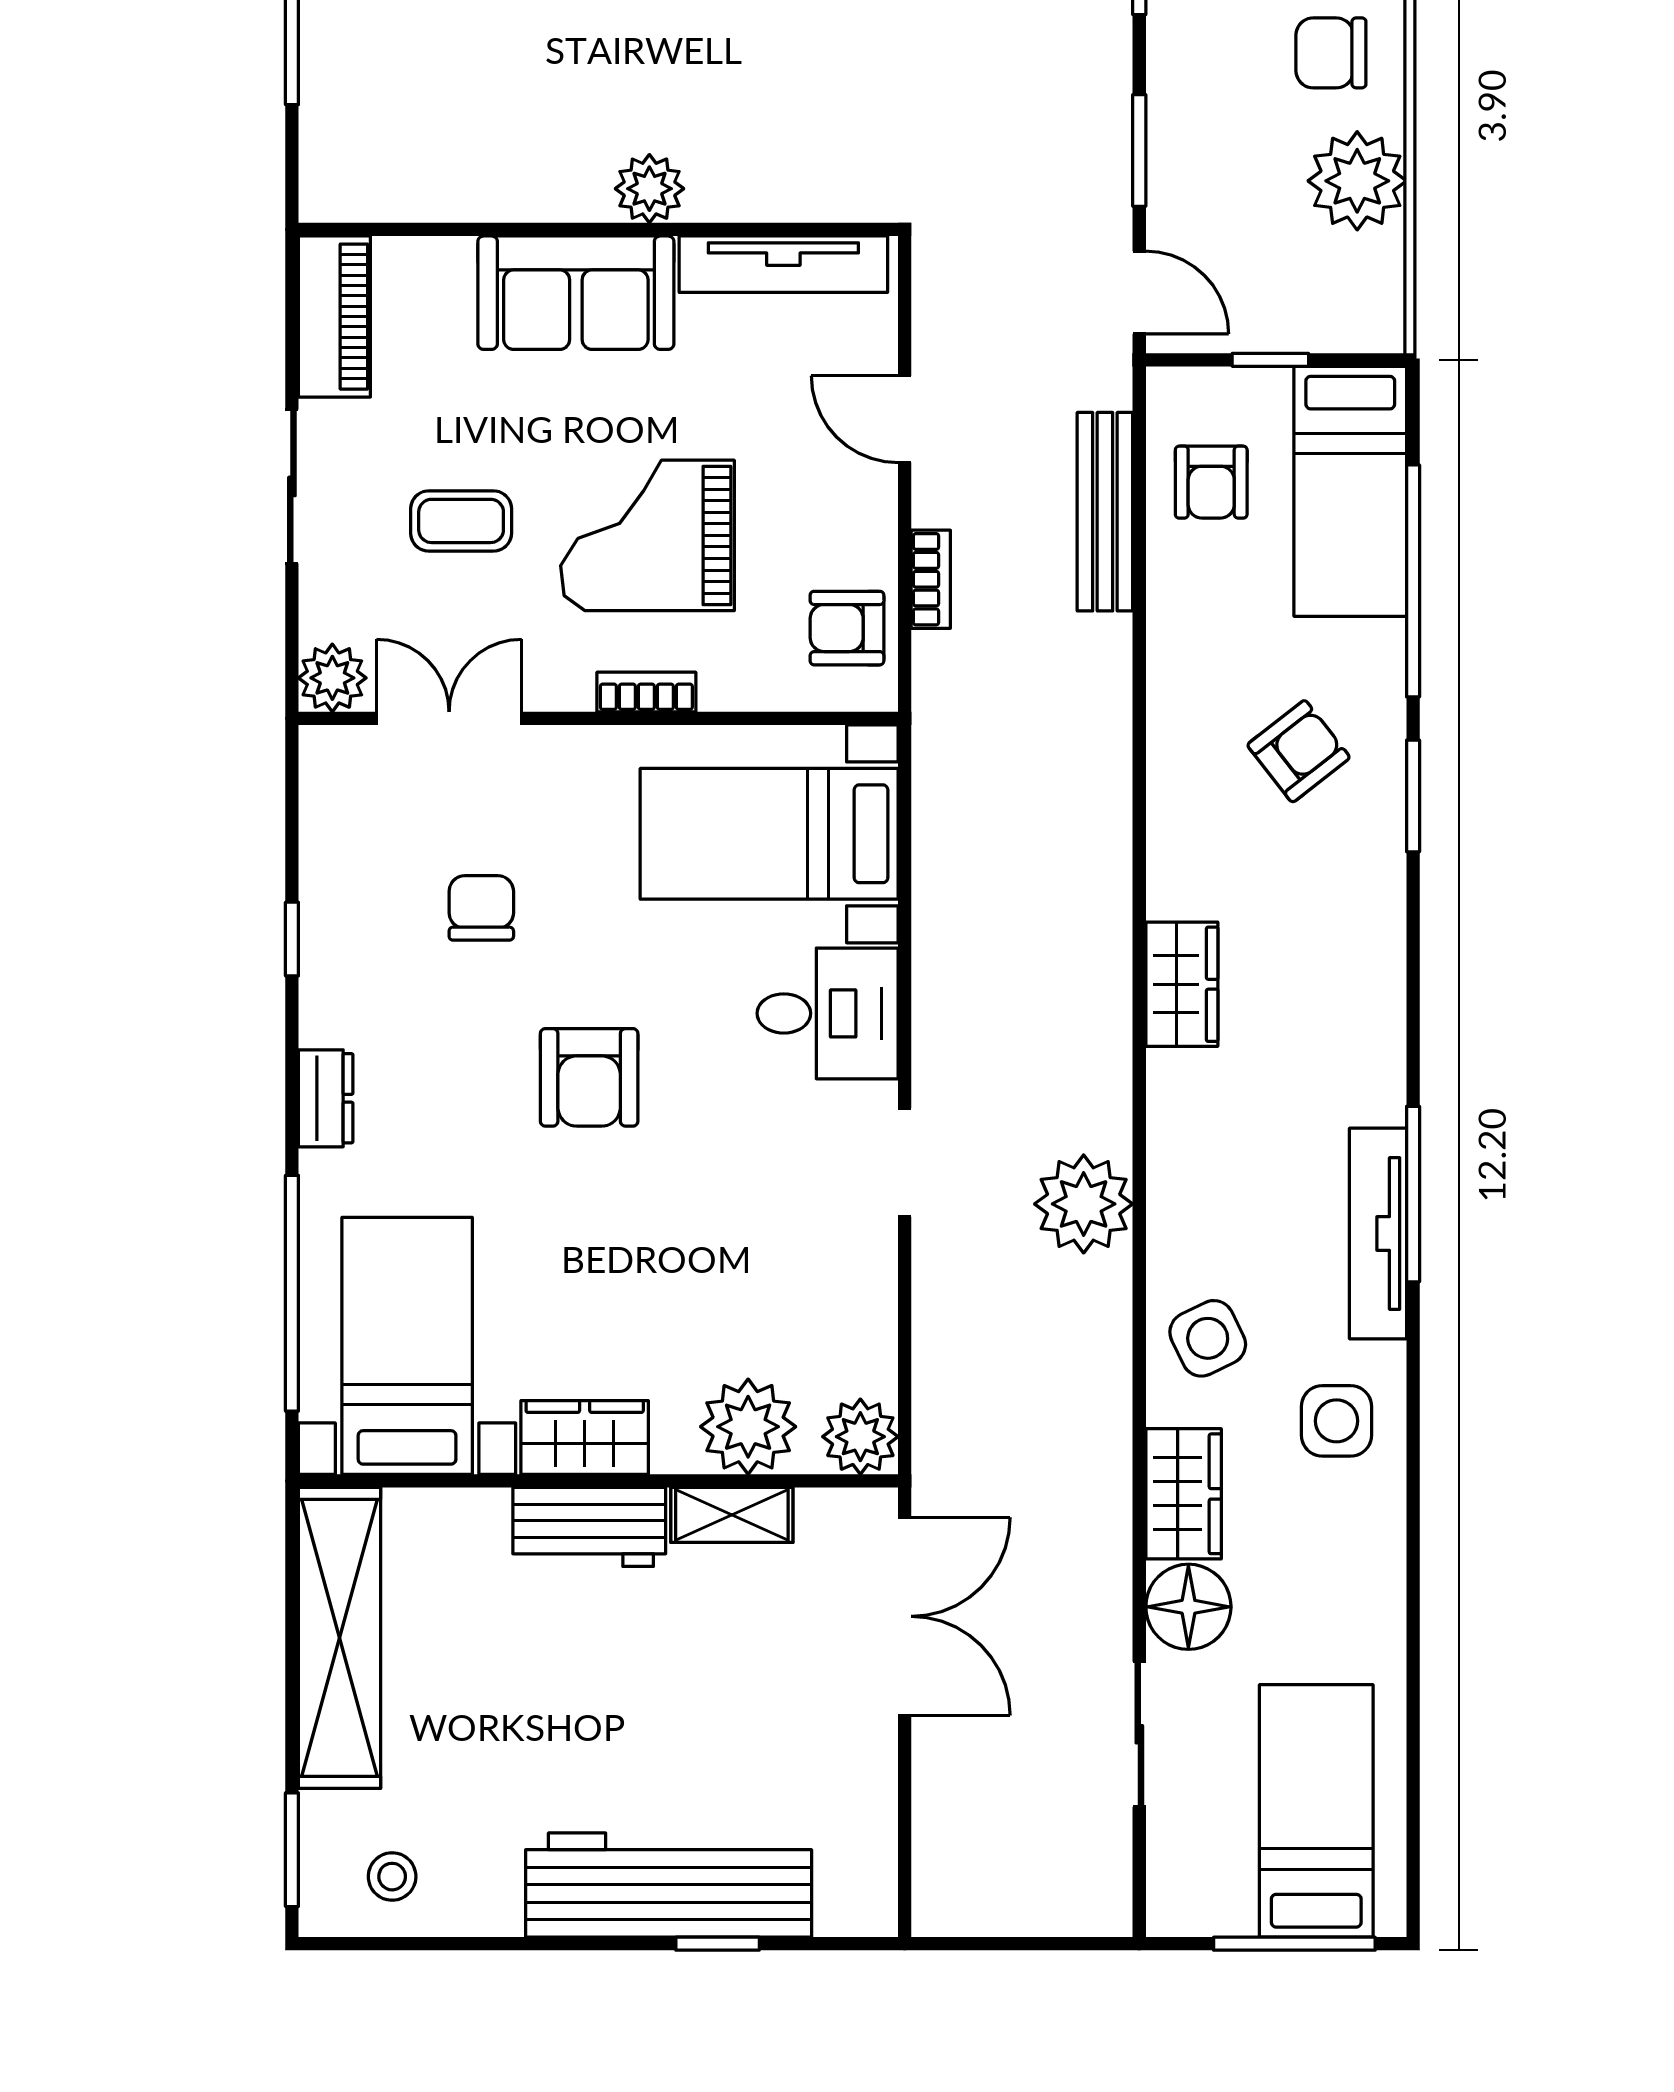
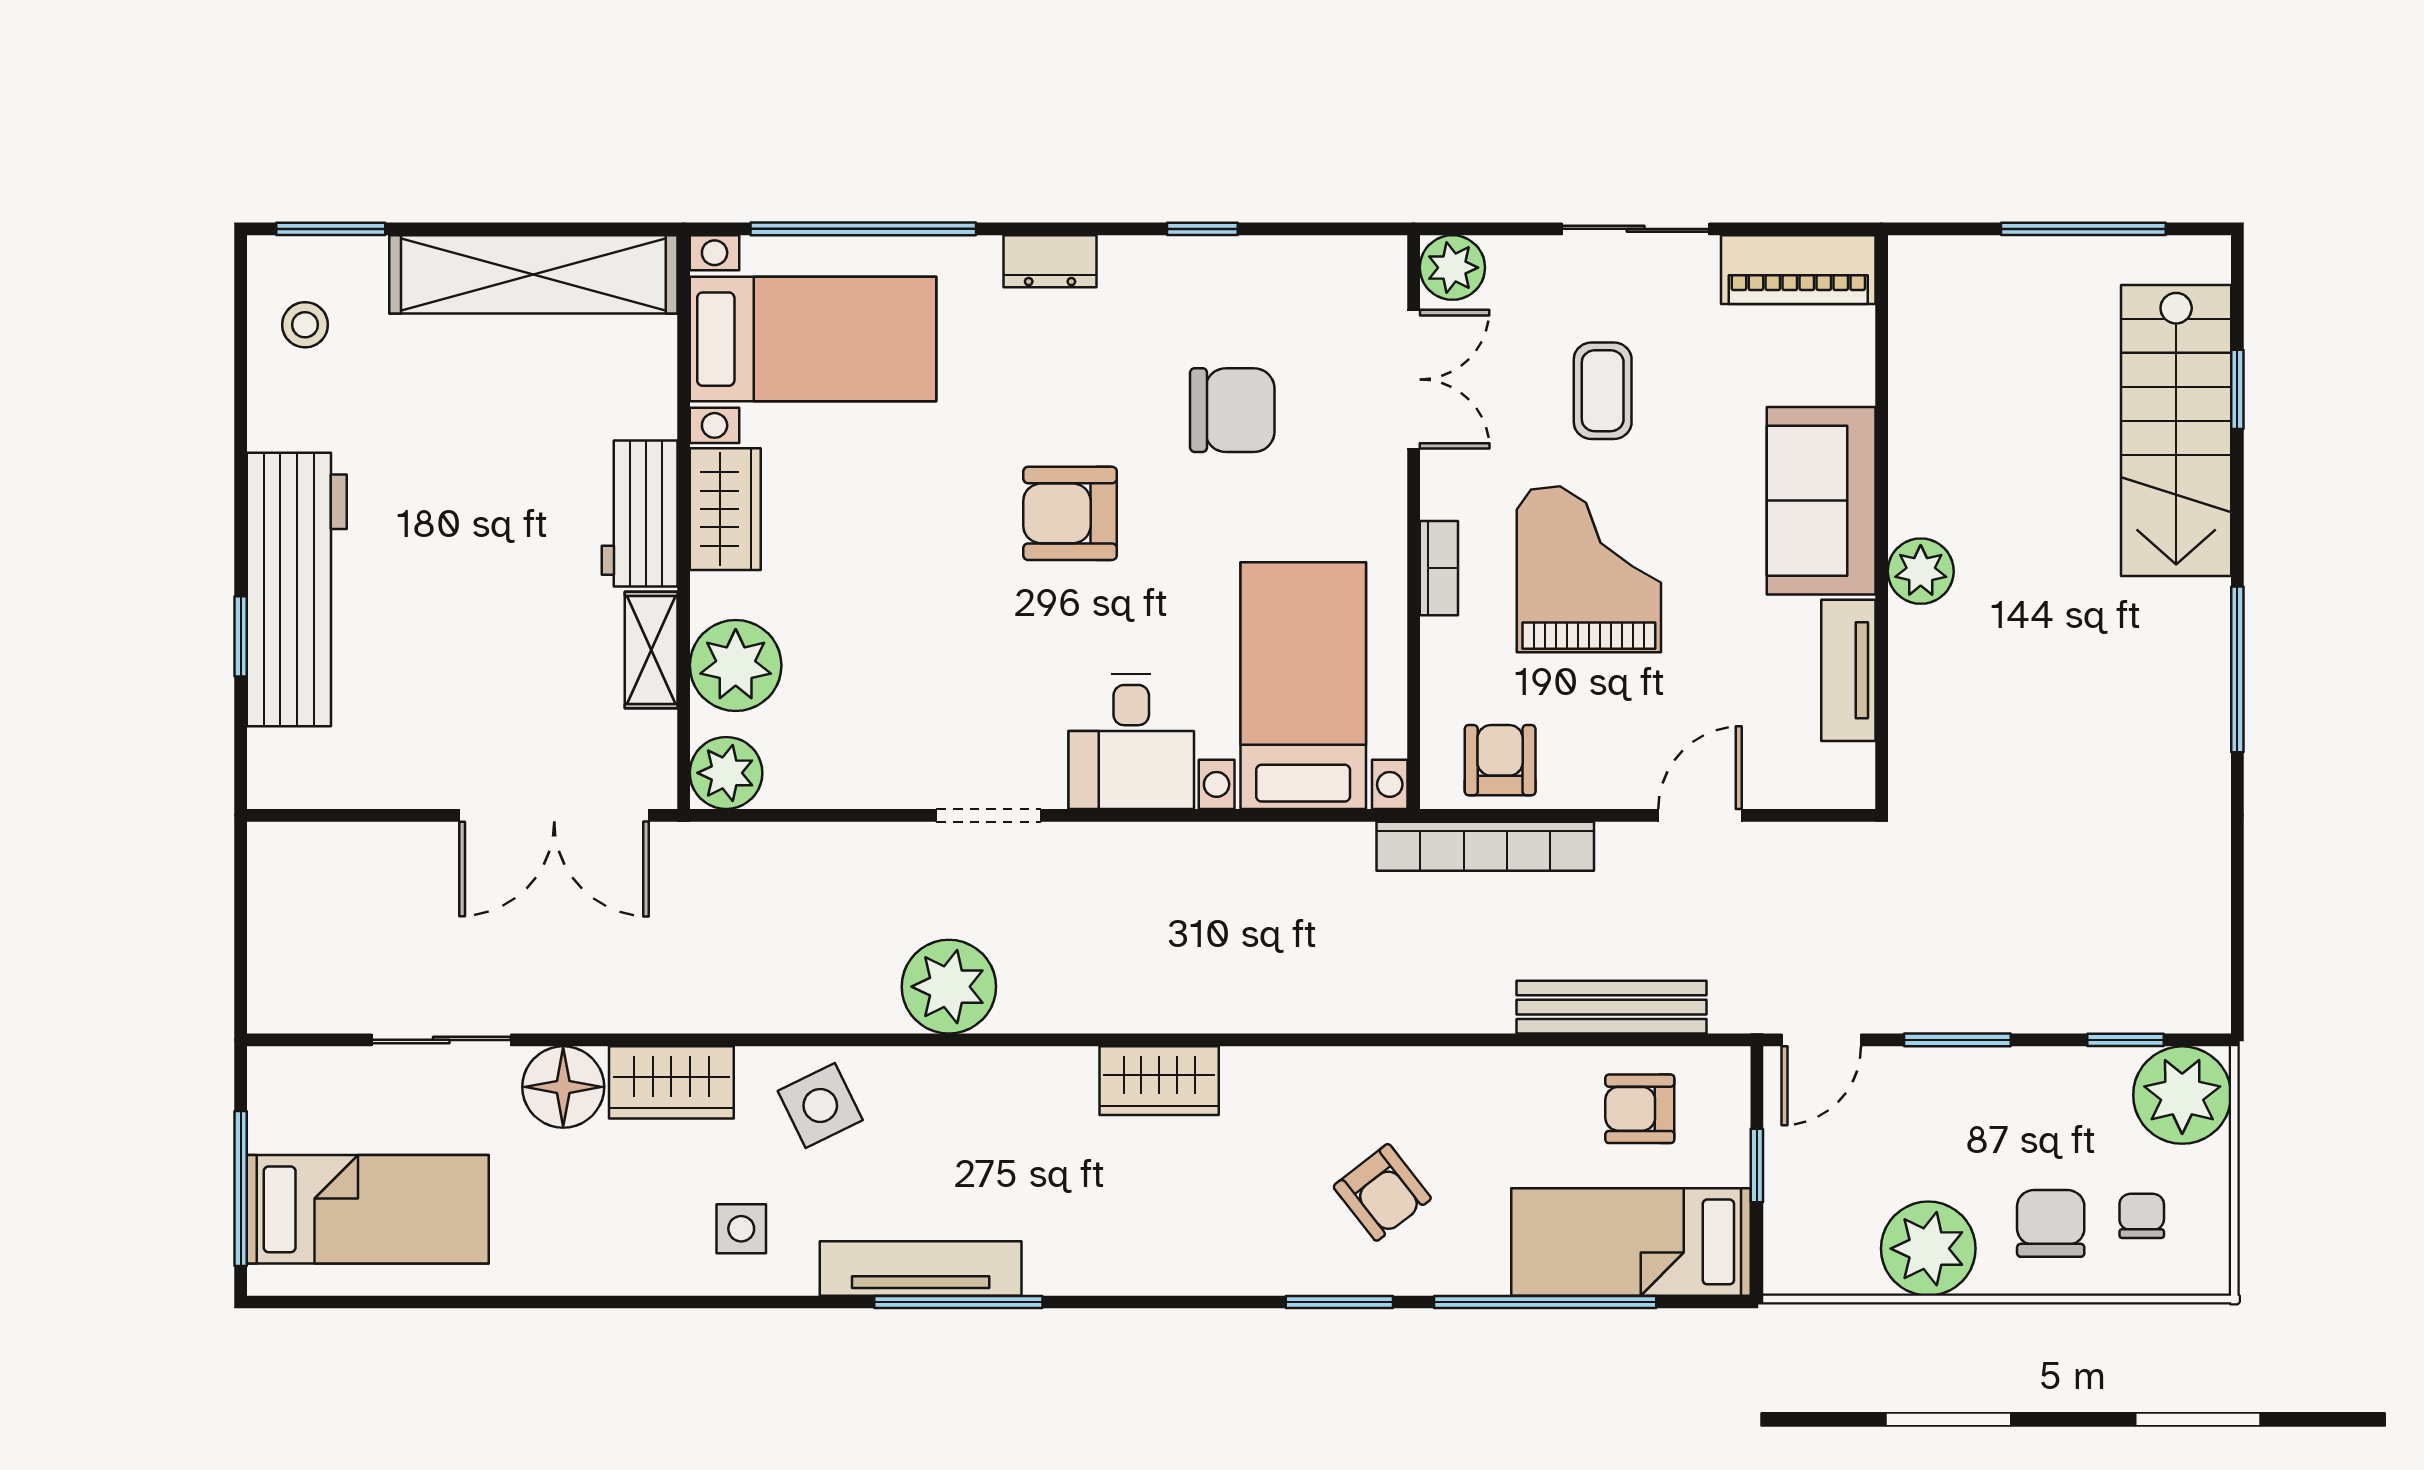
tv unit: (783, 264) -> (1848, 670), width x0.71
bookcase: (931, 579) -> (1485, 846), width x2.31, depth x1.31
chair: (481, 908) -> (1232, 410), width x1.37, depth x1.37
side table: (1336, 1421) -> (741, 1229), width x0.73, depth x0.73

